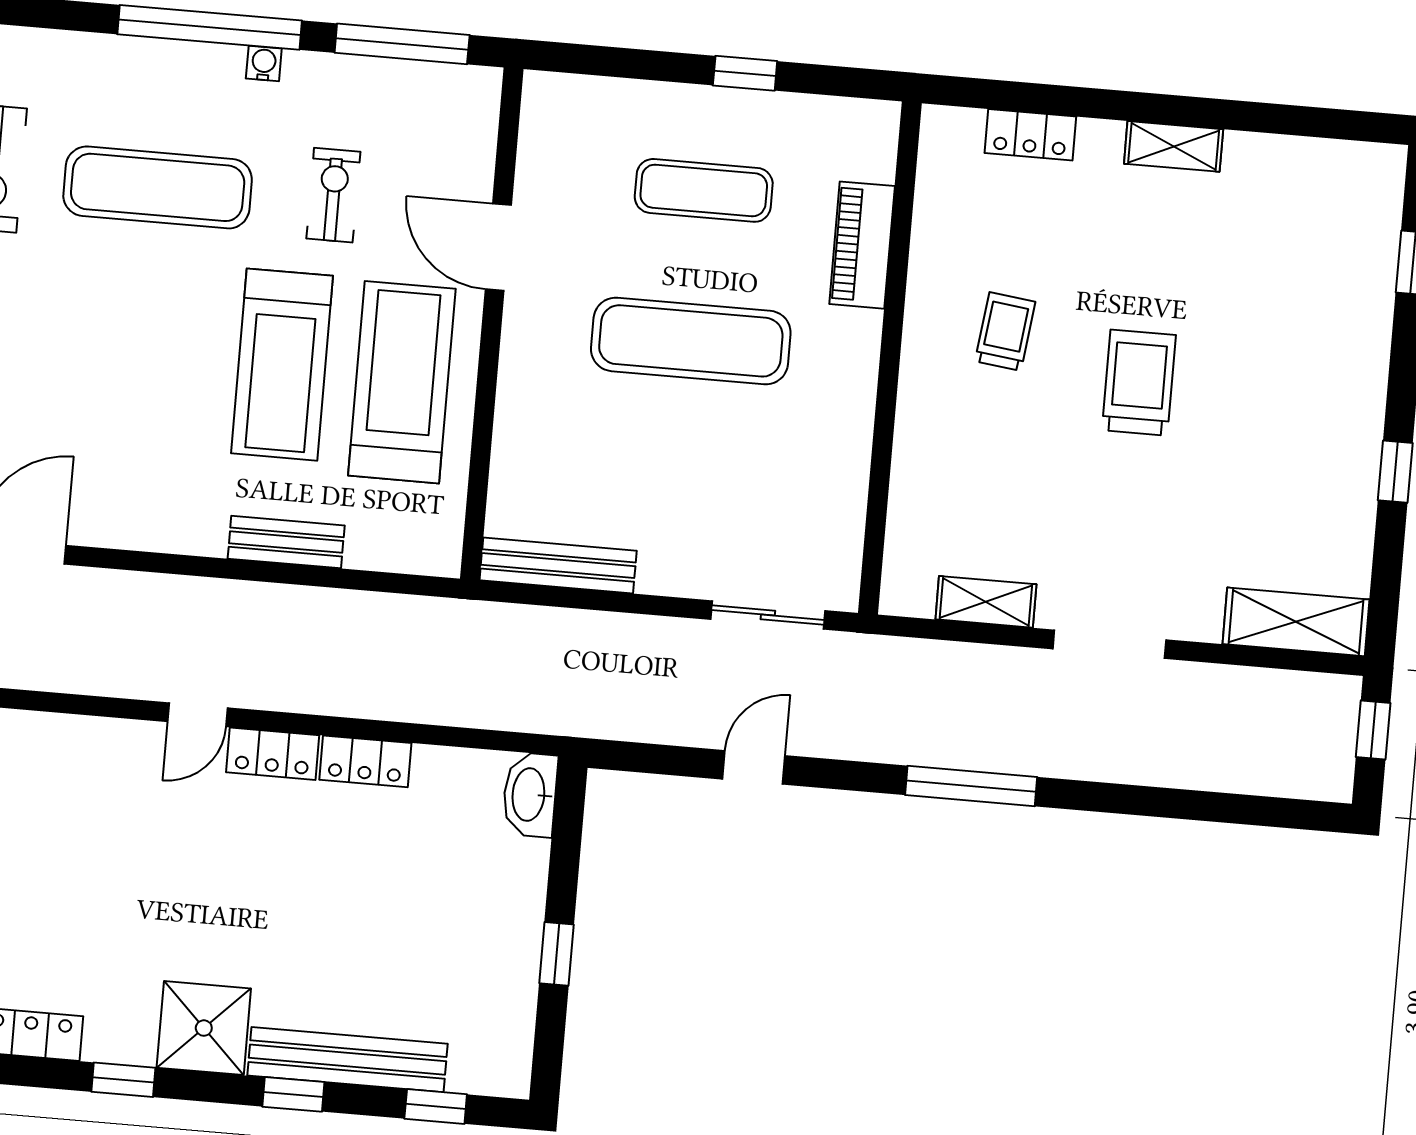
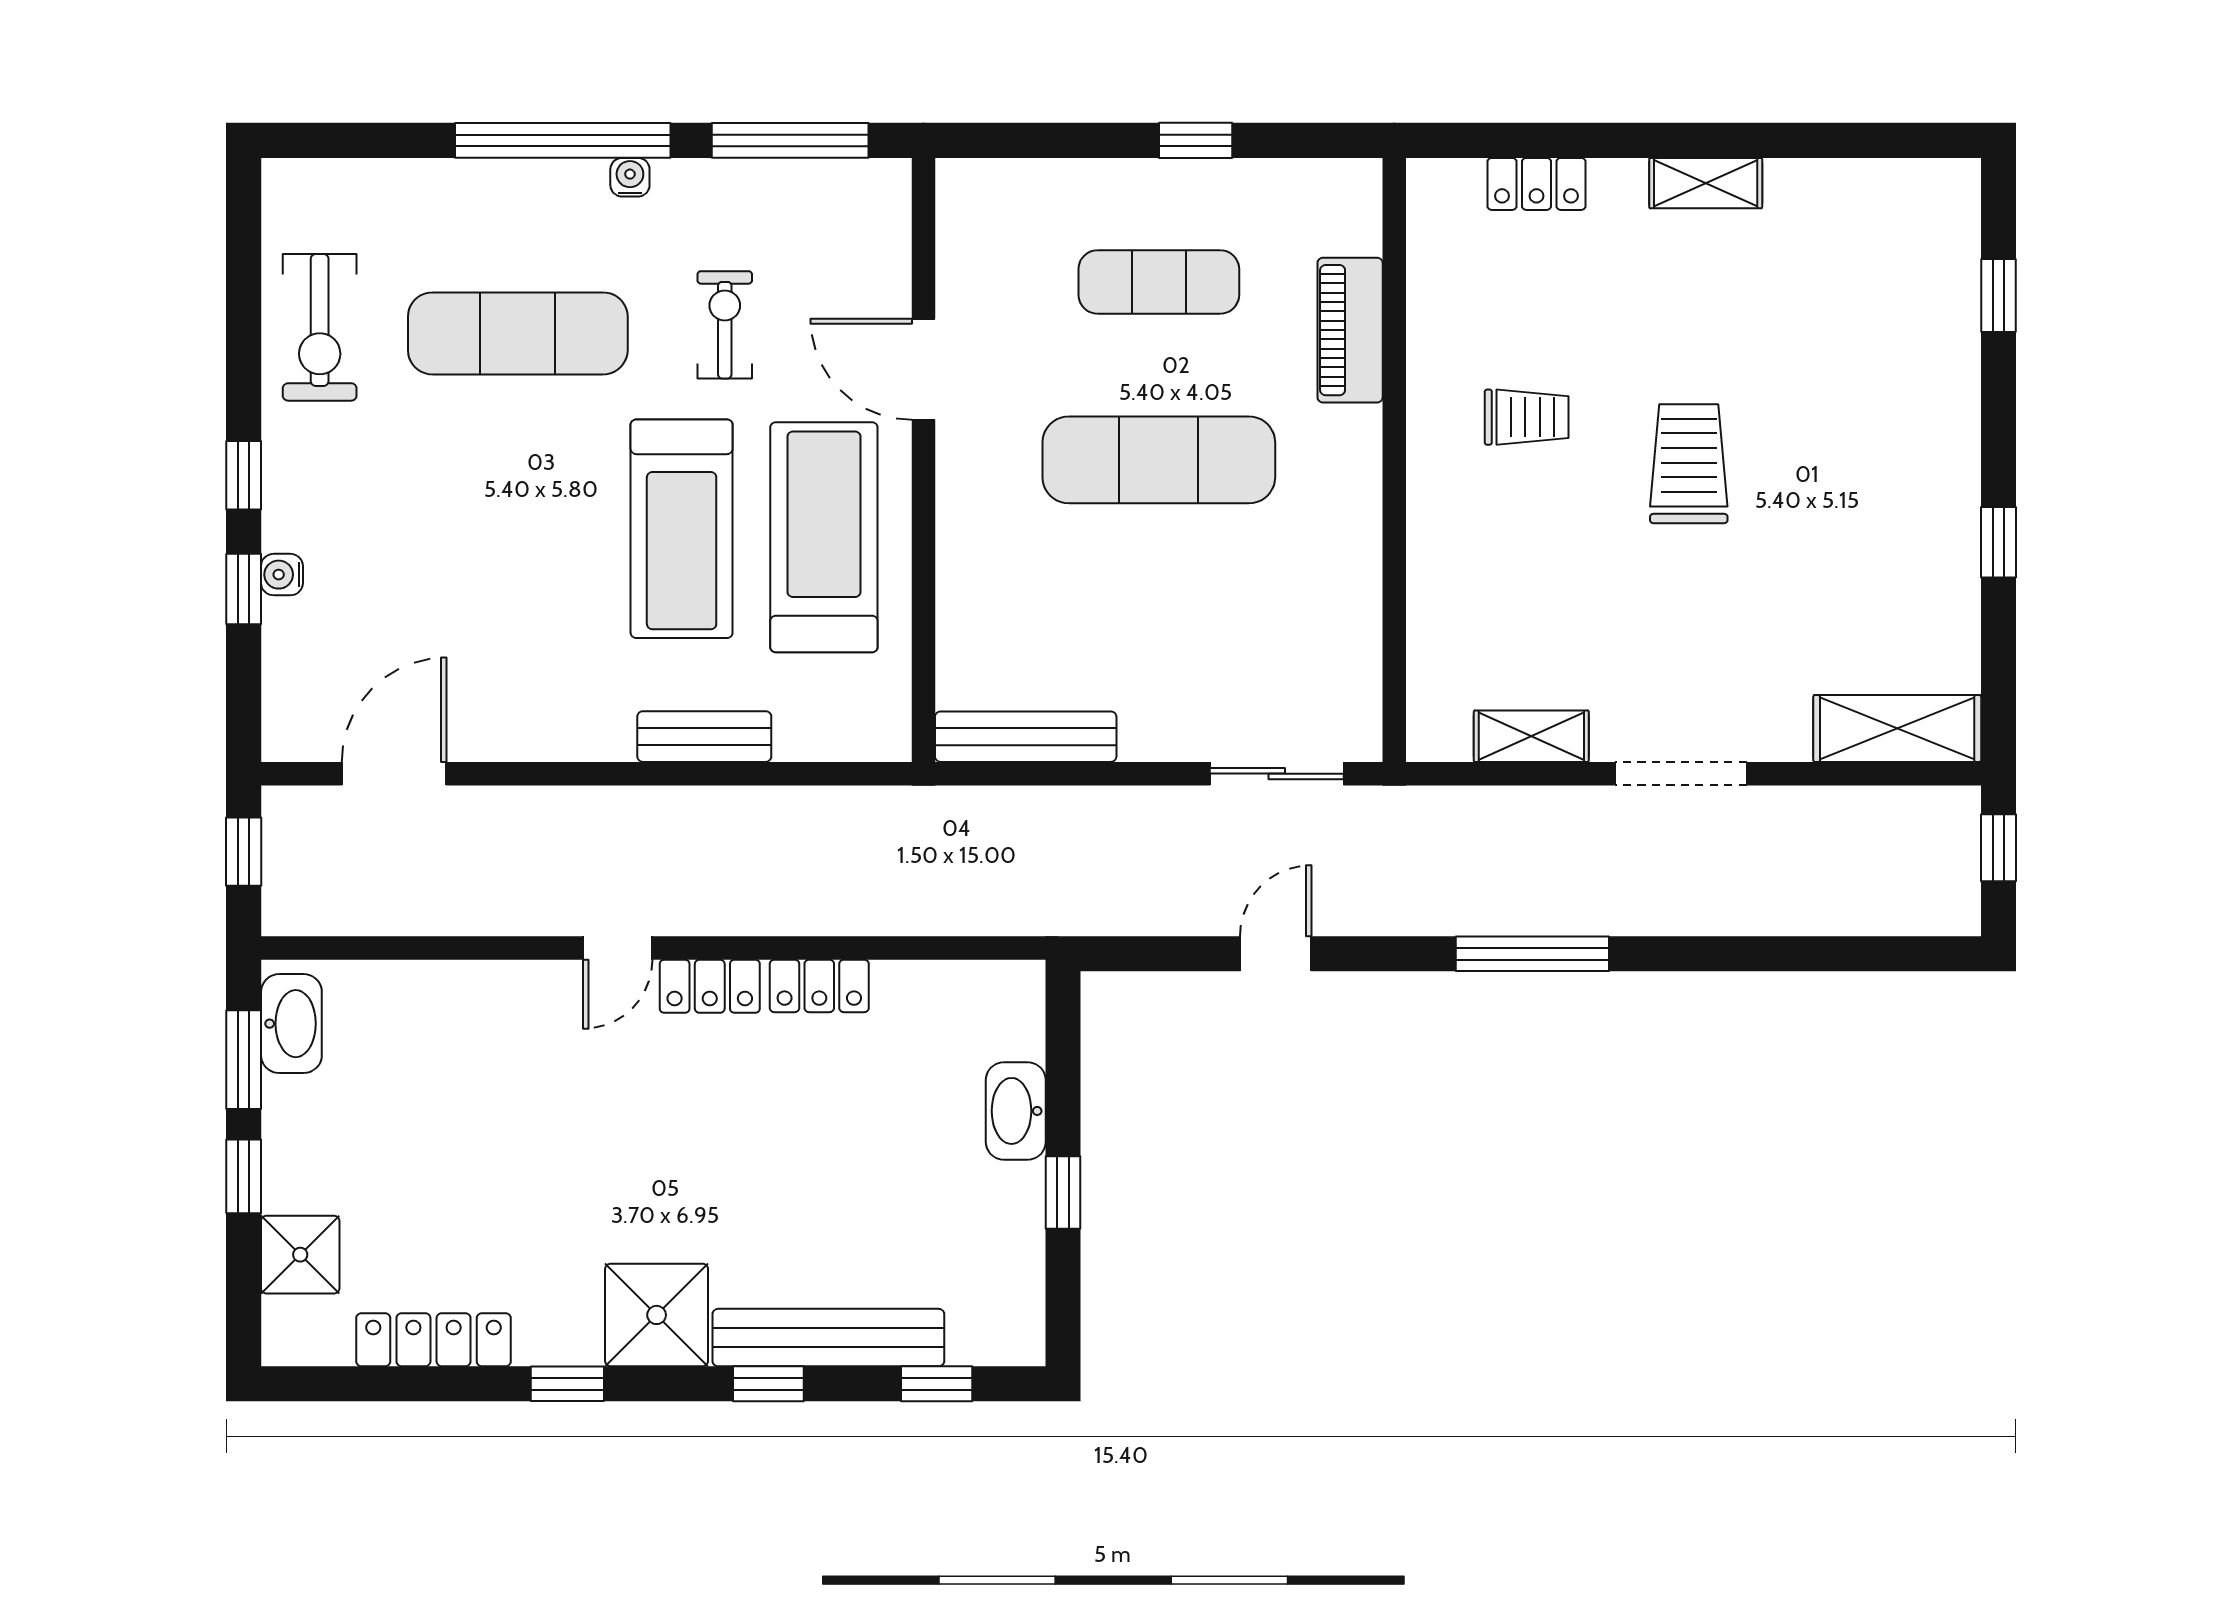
trolley: (1005, 331) -> (1527, 417), turned 83
washbasin: (530, 795) -> (1016, 1111), moved

